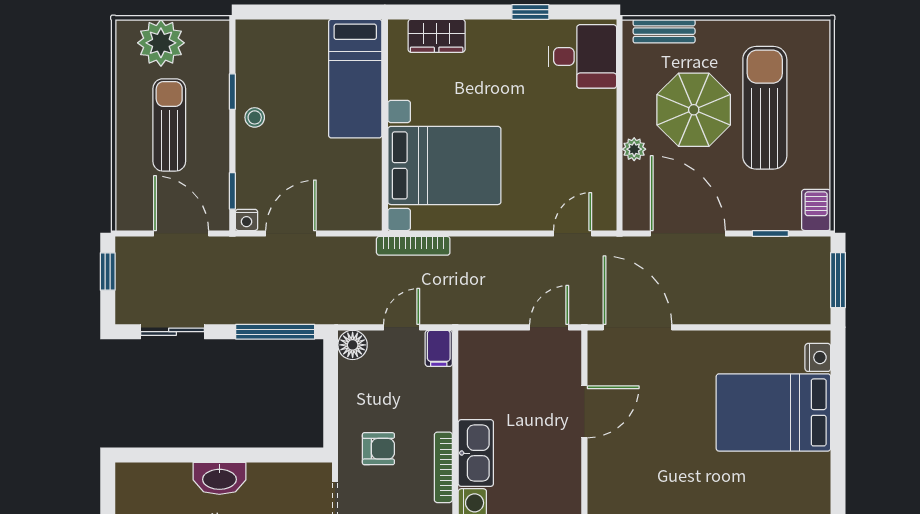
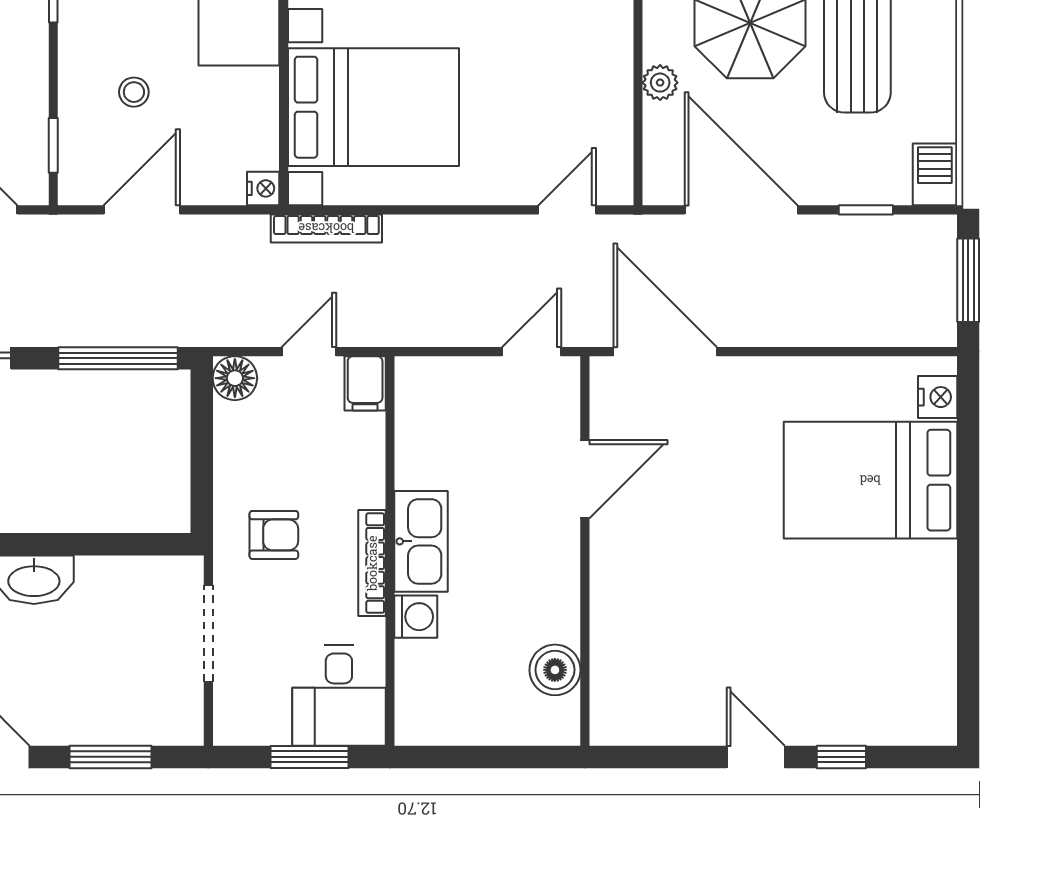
stool: (255, 117) -> (134, 92), moved
nightstand: (246, 220) -> (263, 188), moved, turned -90

